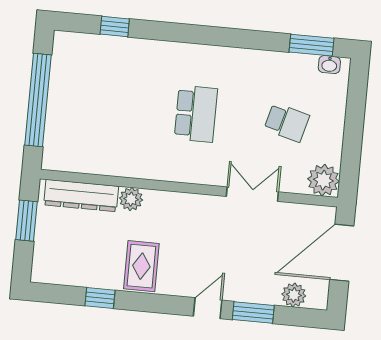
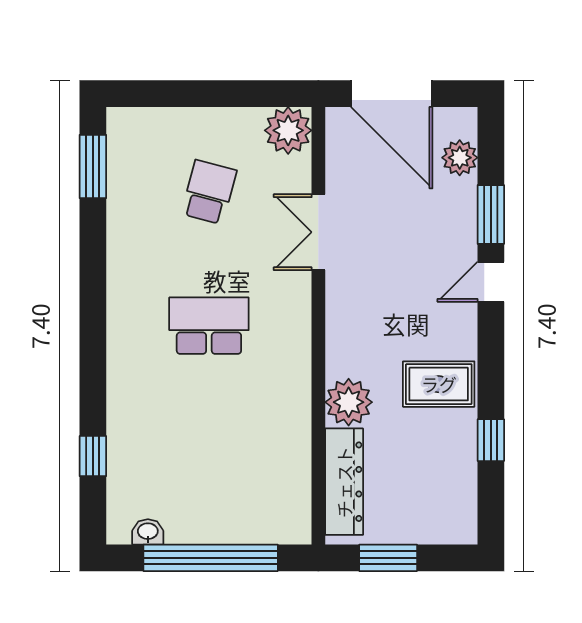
washbasin: (329, 65) -> (148, 532), moved, turned -90
plant: (131, 199) -> (349, 402), width x1.36, depth x1.36
door: (208, 308) -> (491, 282), hinge flipped

